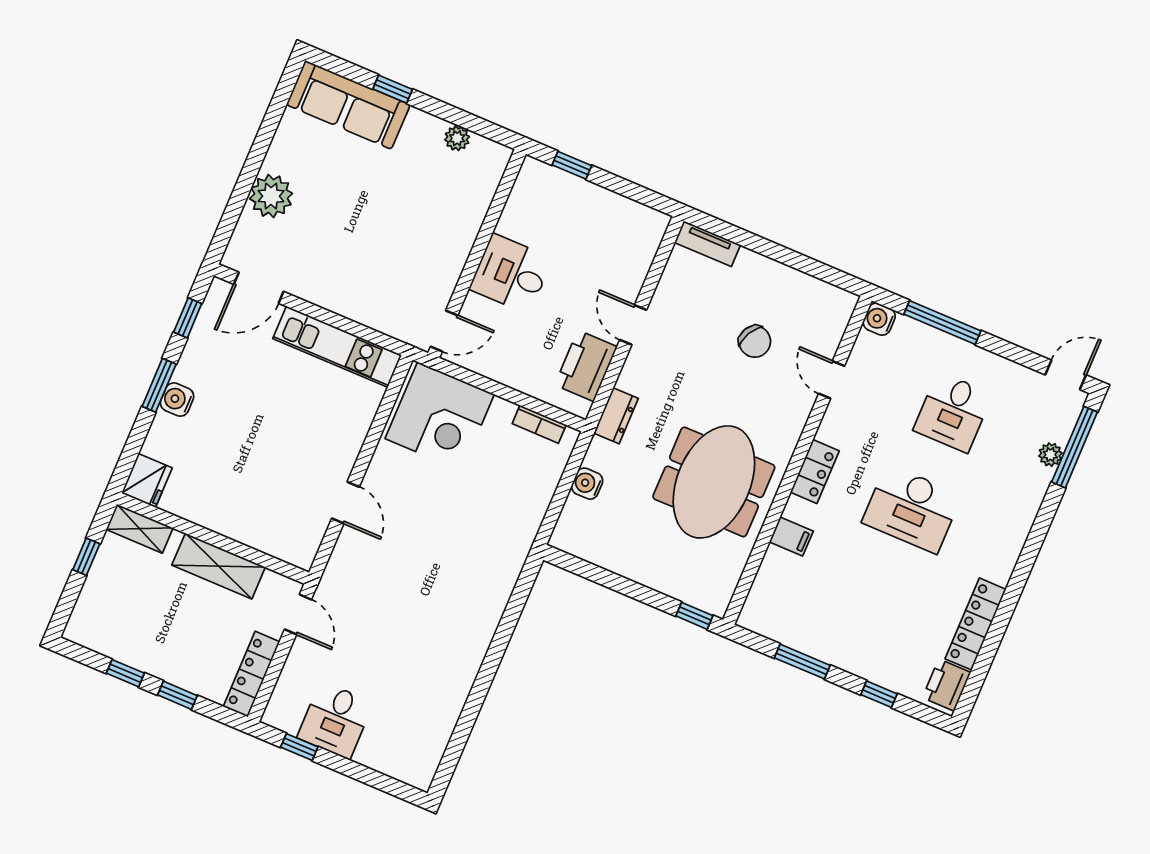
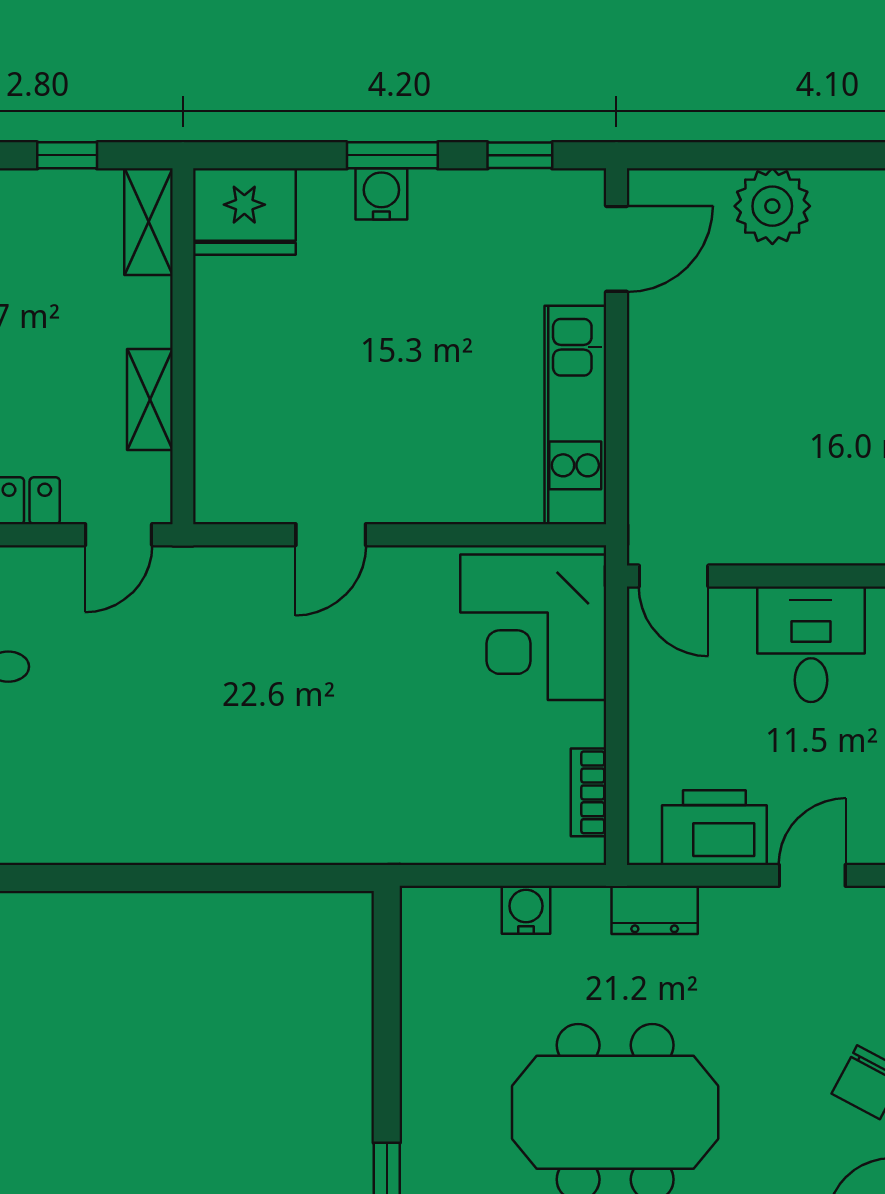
door: (259, 288) -> (616, 249), swing flipped
fridge: (147, 481) -> (244, 212), width x1.36, depth x1.34
shelving: (219, 566) -> (150, 399), width x0.67, depth x0.75

